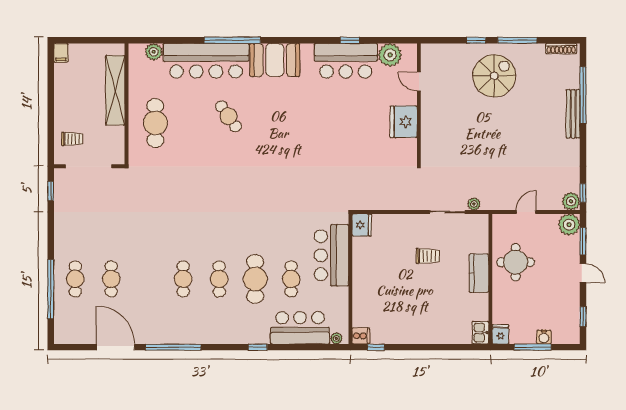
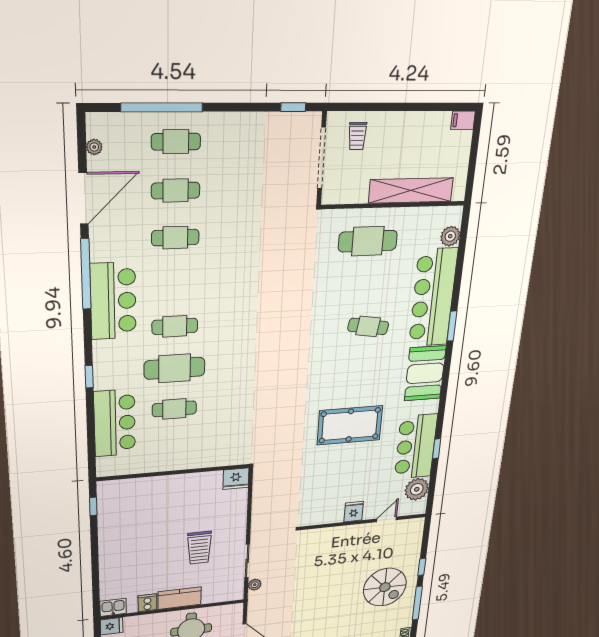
window: (232, 40) -> (452, 326), width x0.47
cafe table: (228, 116) -> (368, 326), turned 44
fridge: (404, 122) -> (354, 512), width x0.53, depth x0.75
pool table: (319, 125) -> (350, 425), added
bar counter: (331, 255) -> (113, 301), moved, turned 90
trolley: (428, 256) -> (199, 548), width x1.36, depth x1.39
cafe table: (183, 279) -> (175, 238), moved
cooker: (361, 336) -> (147, 603), moved, turned 180
plant: (336, 338) -> (94, 147), moved

